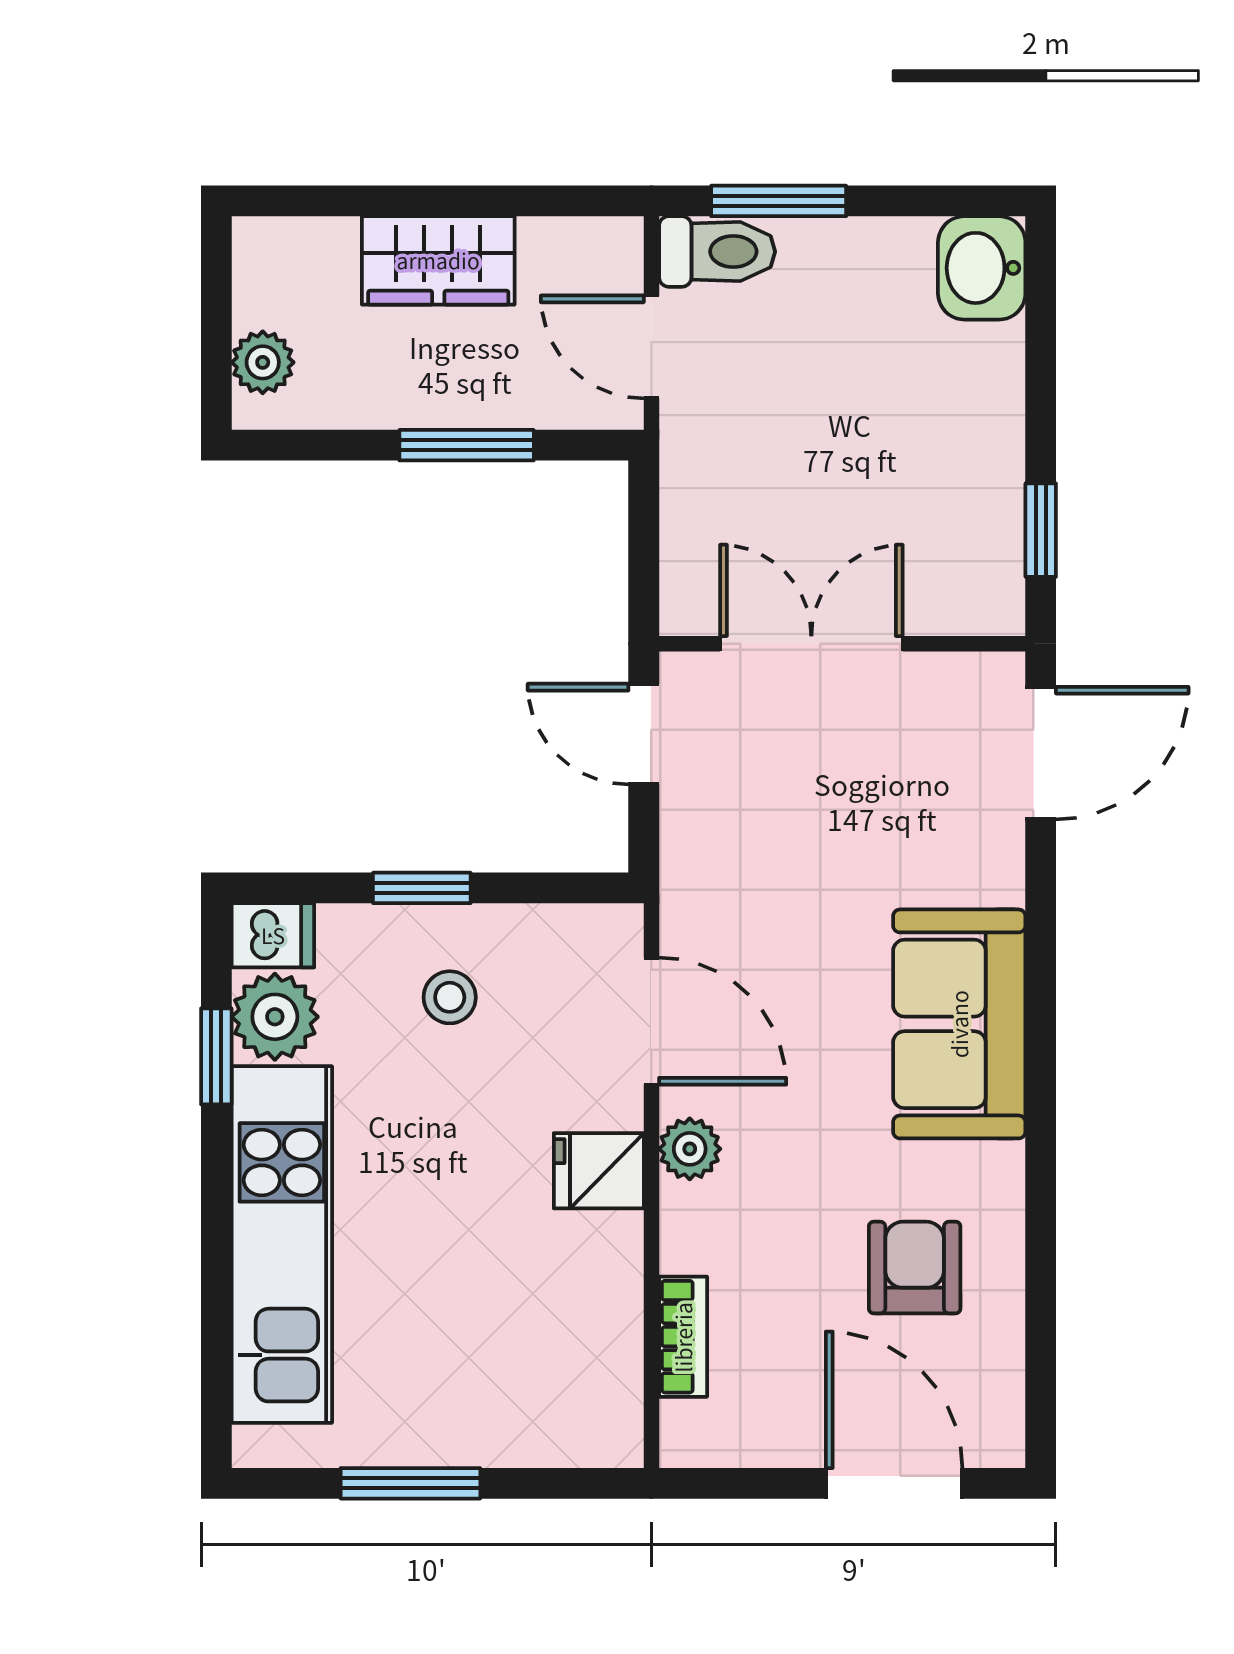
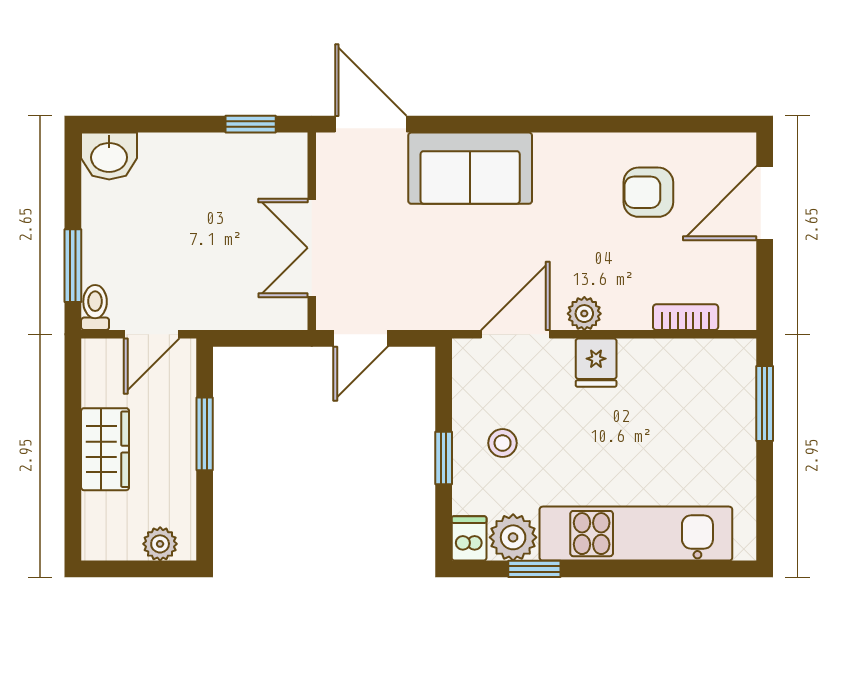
toilet: (717, 252) -> (95, 308), width x0.73, depth x0.72
sofa: (959, 1024) -> (470, 168), moved
window: (410, 1483) -> (765, 403), moved

